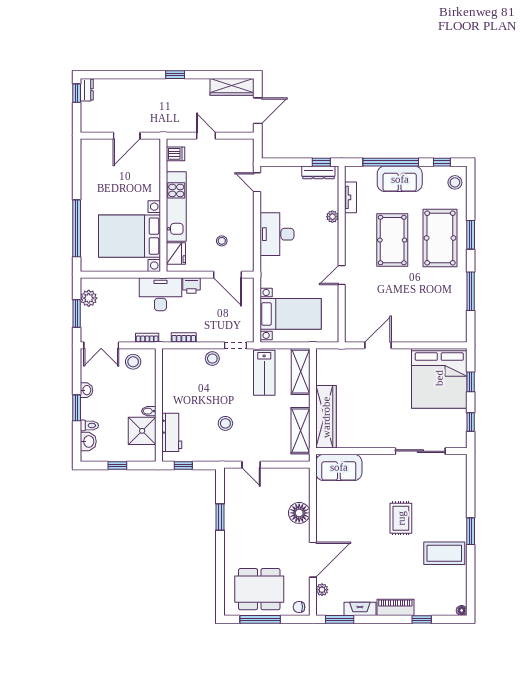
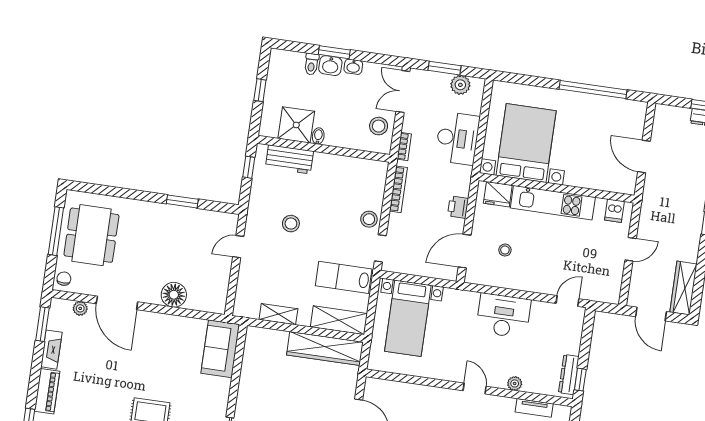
window: (77, 228) -> (593, 89), moved
door: (342, 275) -> (475, 389), moved
desk: (160, 294) -> (457, 138), moved
bookcase: (184, 337) -> (398, 189), width x1.56
wardrobe: (326, 417) -> (325, 348), moved
shelving: (301, 431) -> (278, 314), width x0.67, depth x0.75
washbasin: (88, 441) -> (330, 66), moved

